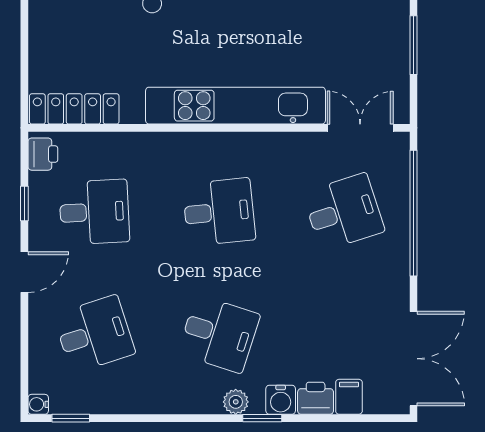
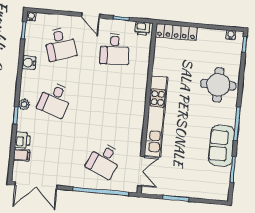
locker: (74, 109) -> (176, 32), moved, turned 90
desk: (219, 212) -> (109, 105), removed
desk: (344, 212) -> (104, 160), turned 42
water cooler: (281, 400) -> (29, 63), moved

